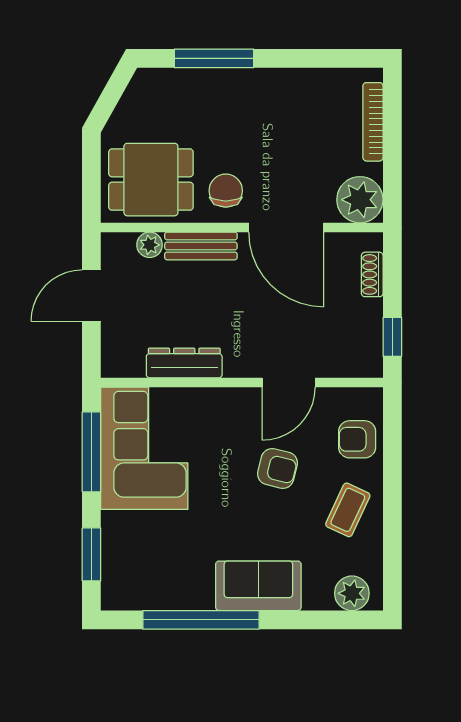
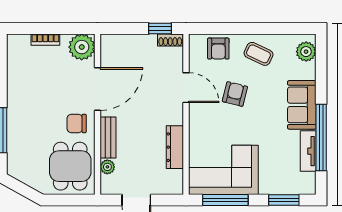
bookcase: (373, 122) -> (45, 40), width x0.64
shoe rack: (372, 274) -> (170, 40), moved
tv unit: (177, 597) -> (308, 151), added

